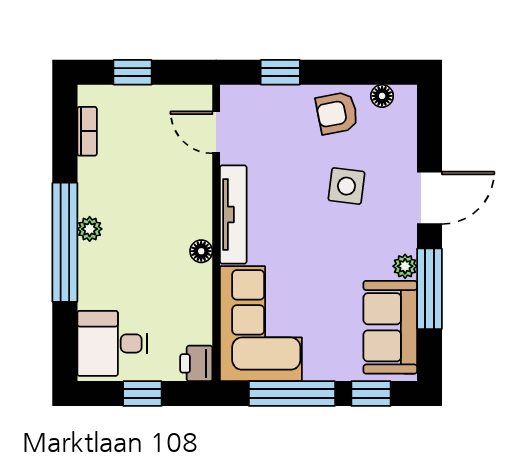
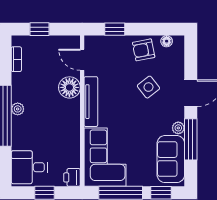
side table: (346, 186) -> (148, 87), turned 45
floor lamp: (201, 251) -> (69, 87), moved, width x1.89, depth x1.89

